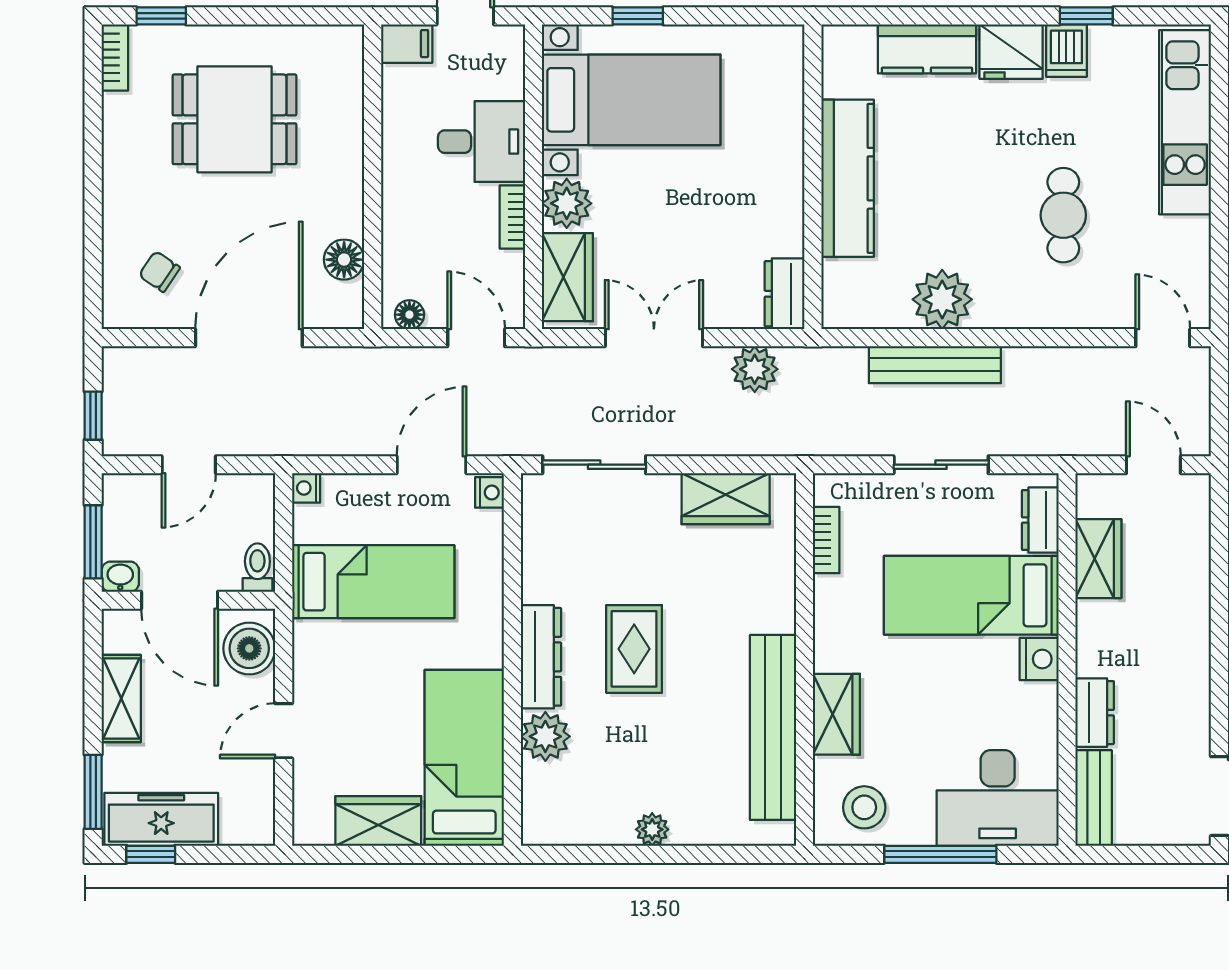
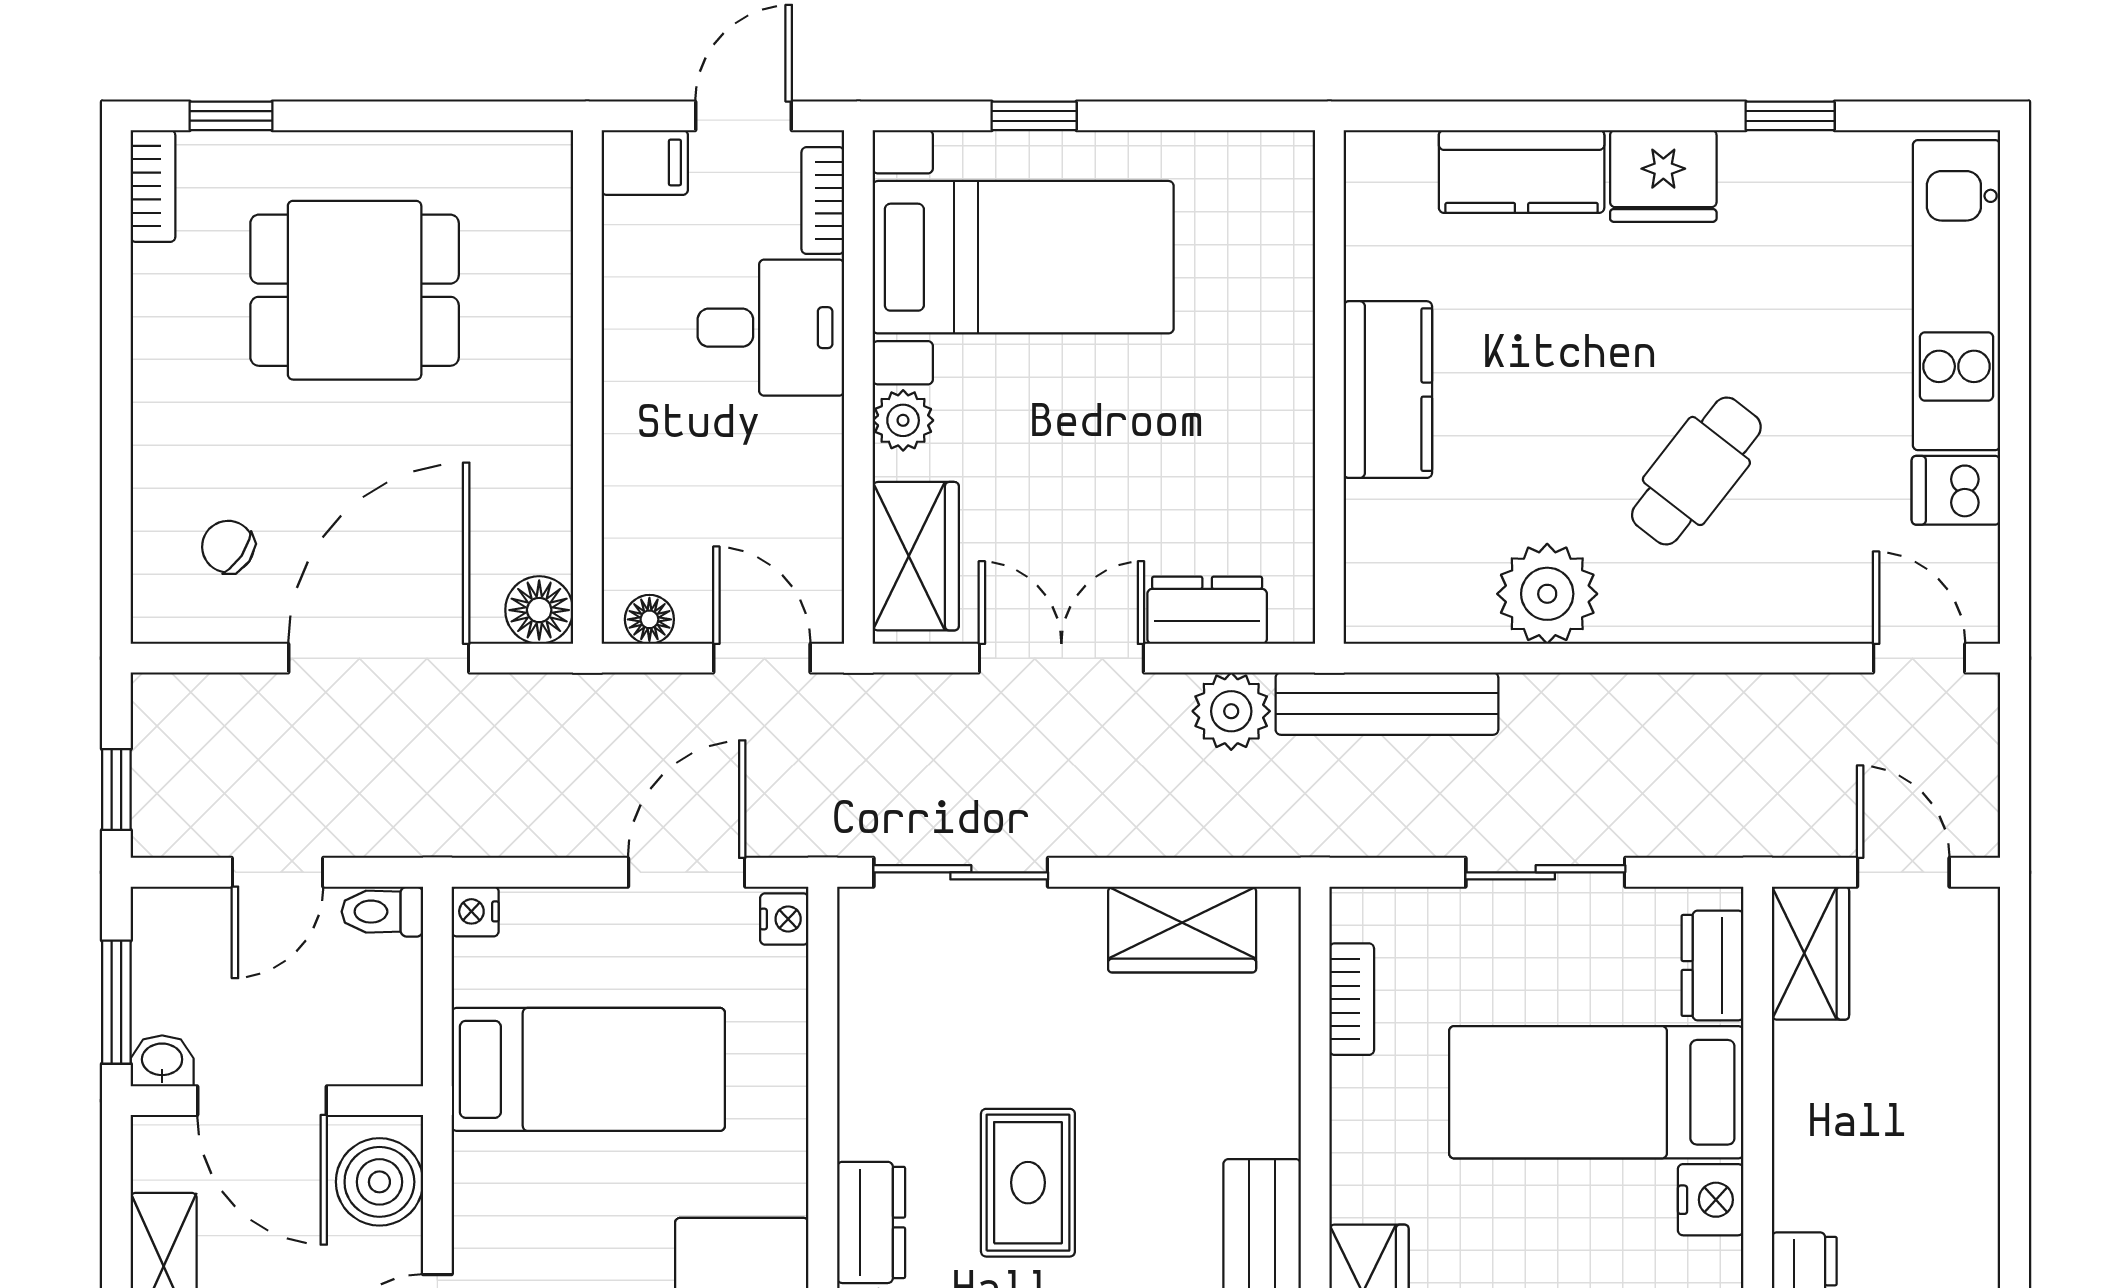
dishwasher: (1066, 51) -> (1956, 490), moved, turned 90
kitchen counter: (848, 178) -> (1388, 390), width x0.67
plant: (567, 203) -> (903, 420), width x0.73, depth x0.73
cafe table: (1063, 215) -> (1696, 471), moved, turned 38
bookcase: (512, 217) -> (823, 201), moved
floor lamp: (344, 260) -> (539, 610), moved
dresser: (785, 294) -> (1207, 610), moved, turned 90
bench: (935, 365) -> (1387, 704), moved
wardrobe: (1098, 559) -> (1810, 953), moved
toilet: (257, 568) -> (382, 912), moved, turned -90
dresser: (541, 657) -> (871, 1222), width x0.70

